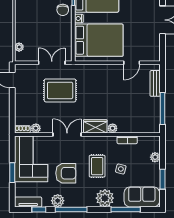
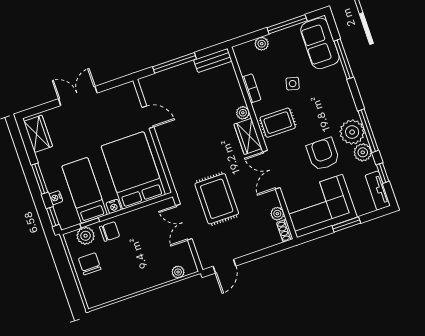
bench: (155, 83) -> (213, 60), moved
window: (162, 109) -> (175, 63), moved
rug: (97, 166) -> (278, 123), moved
window: (162, 179) -> (287, 24), width x1.44
plant: (105, 198) -> (352, 132), moved

